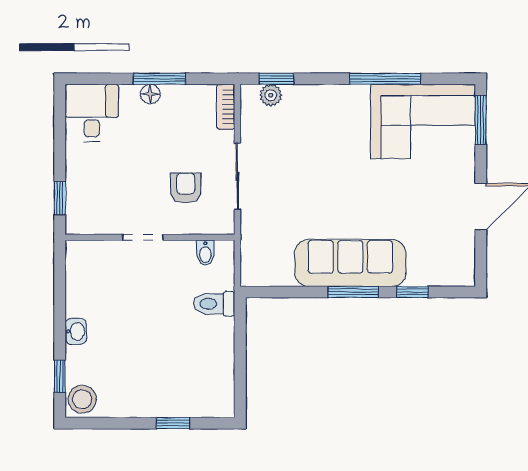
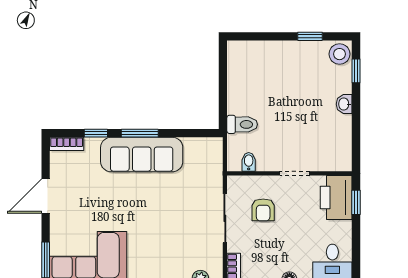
printer: (87, 205) -> (336, 197), added
bookcase: (452, 277) -> (67, 144), added
window: (173, 423) -> (310, 36), moved

